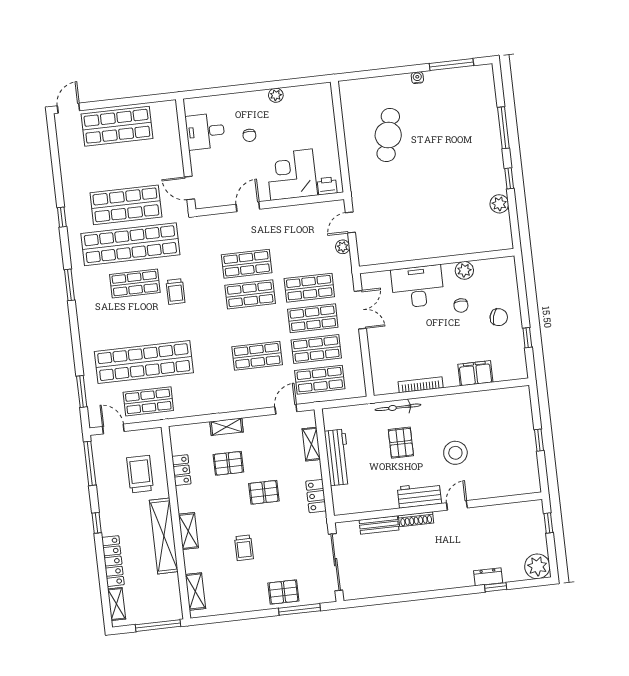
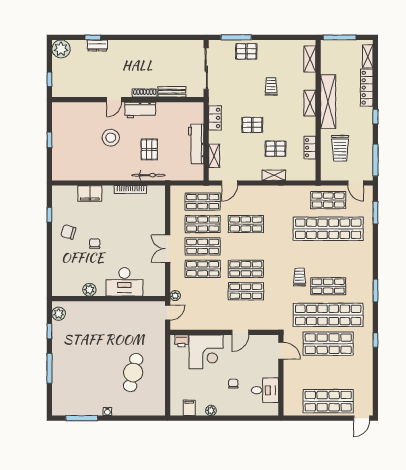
filing cabinet: (306, 95) -> (189, 408), added
wall: (437, 261) -> (109, 299), moved
plant: (464, 270) -> (89, 290), moved
desk: (418, 287) -> (124, 282), moved

